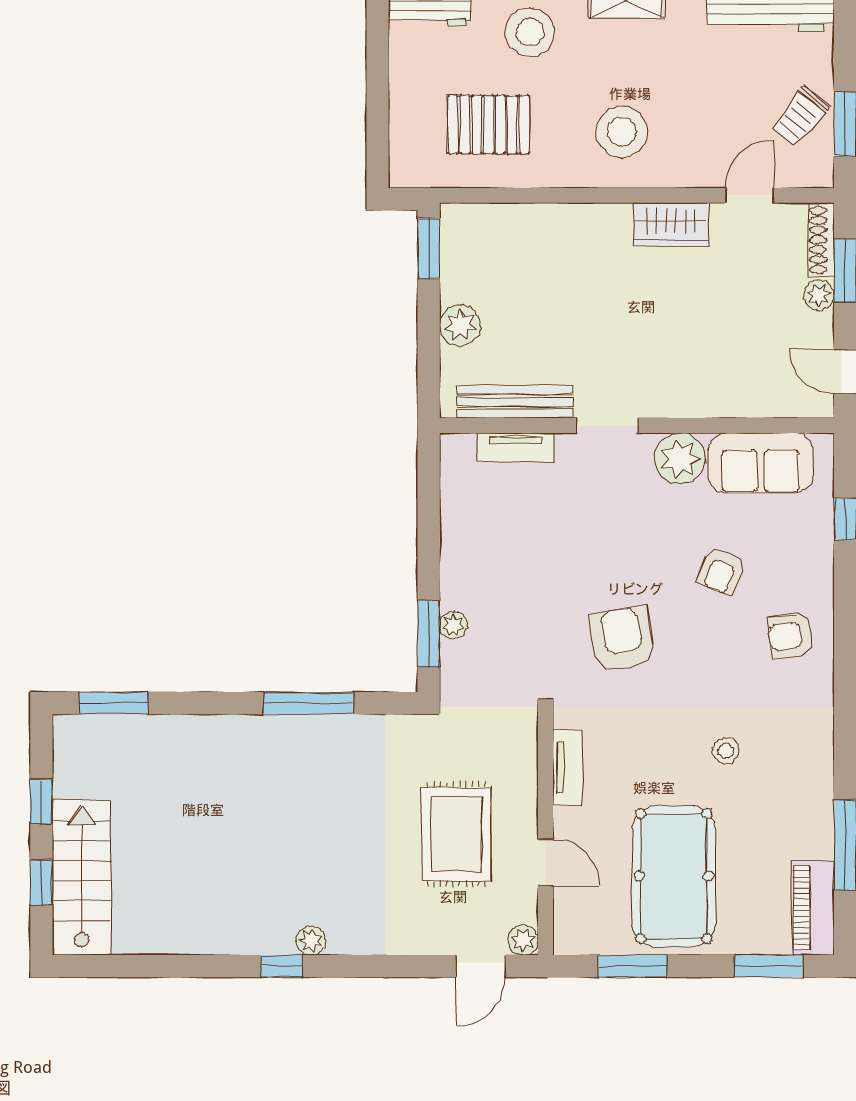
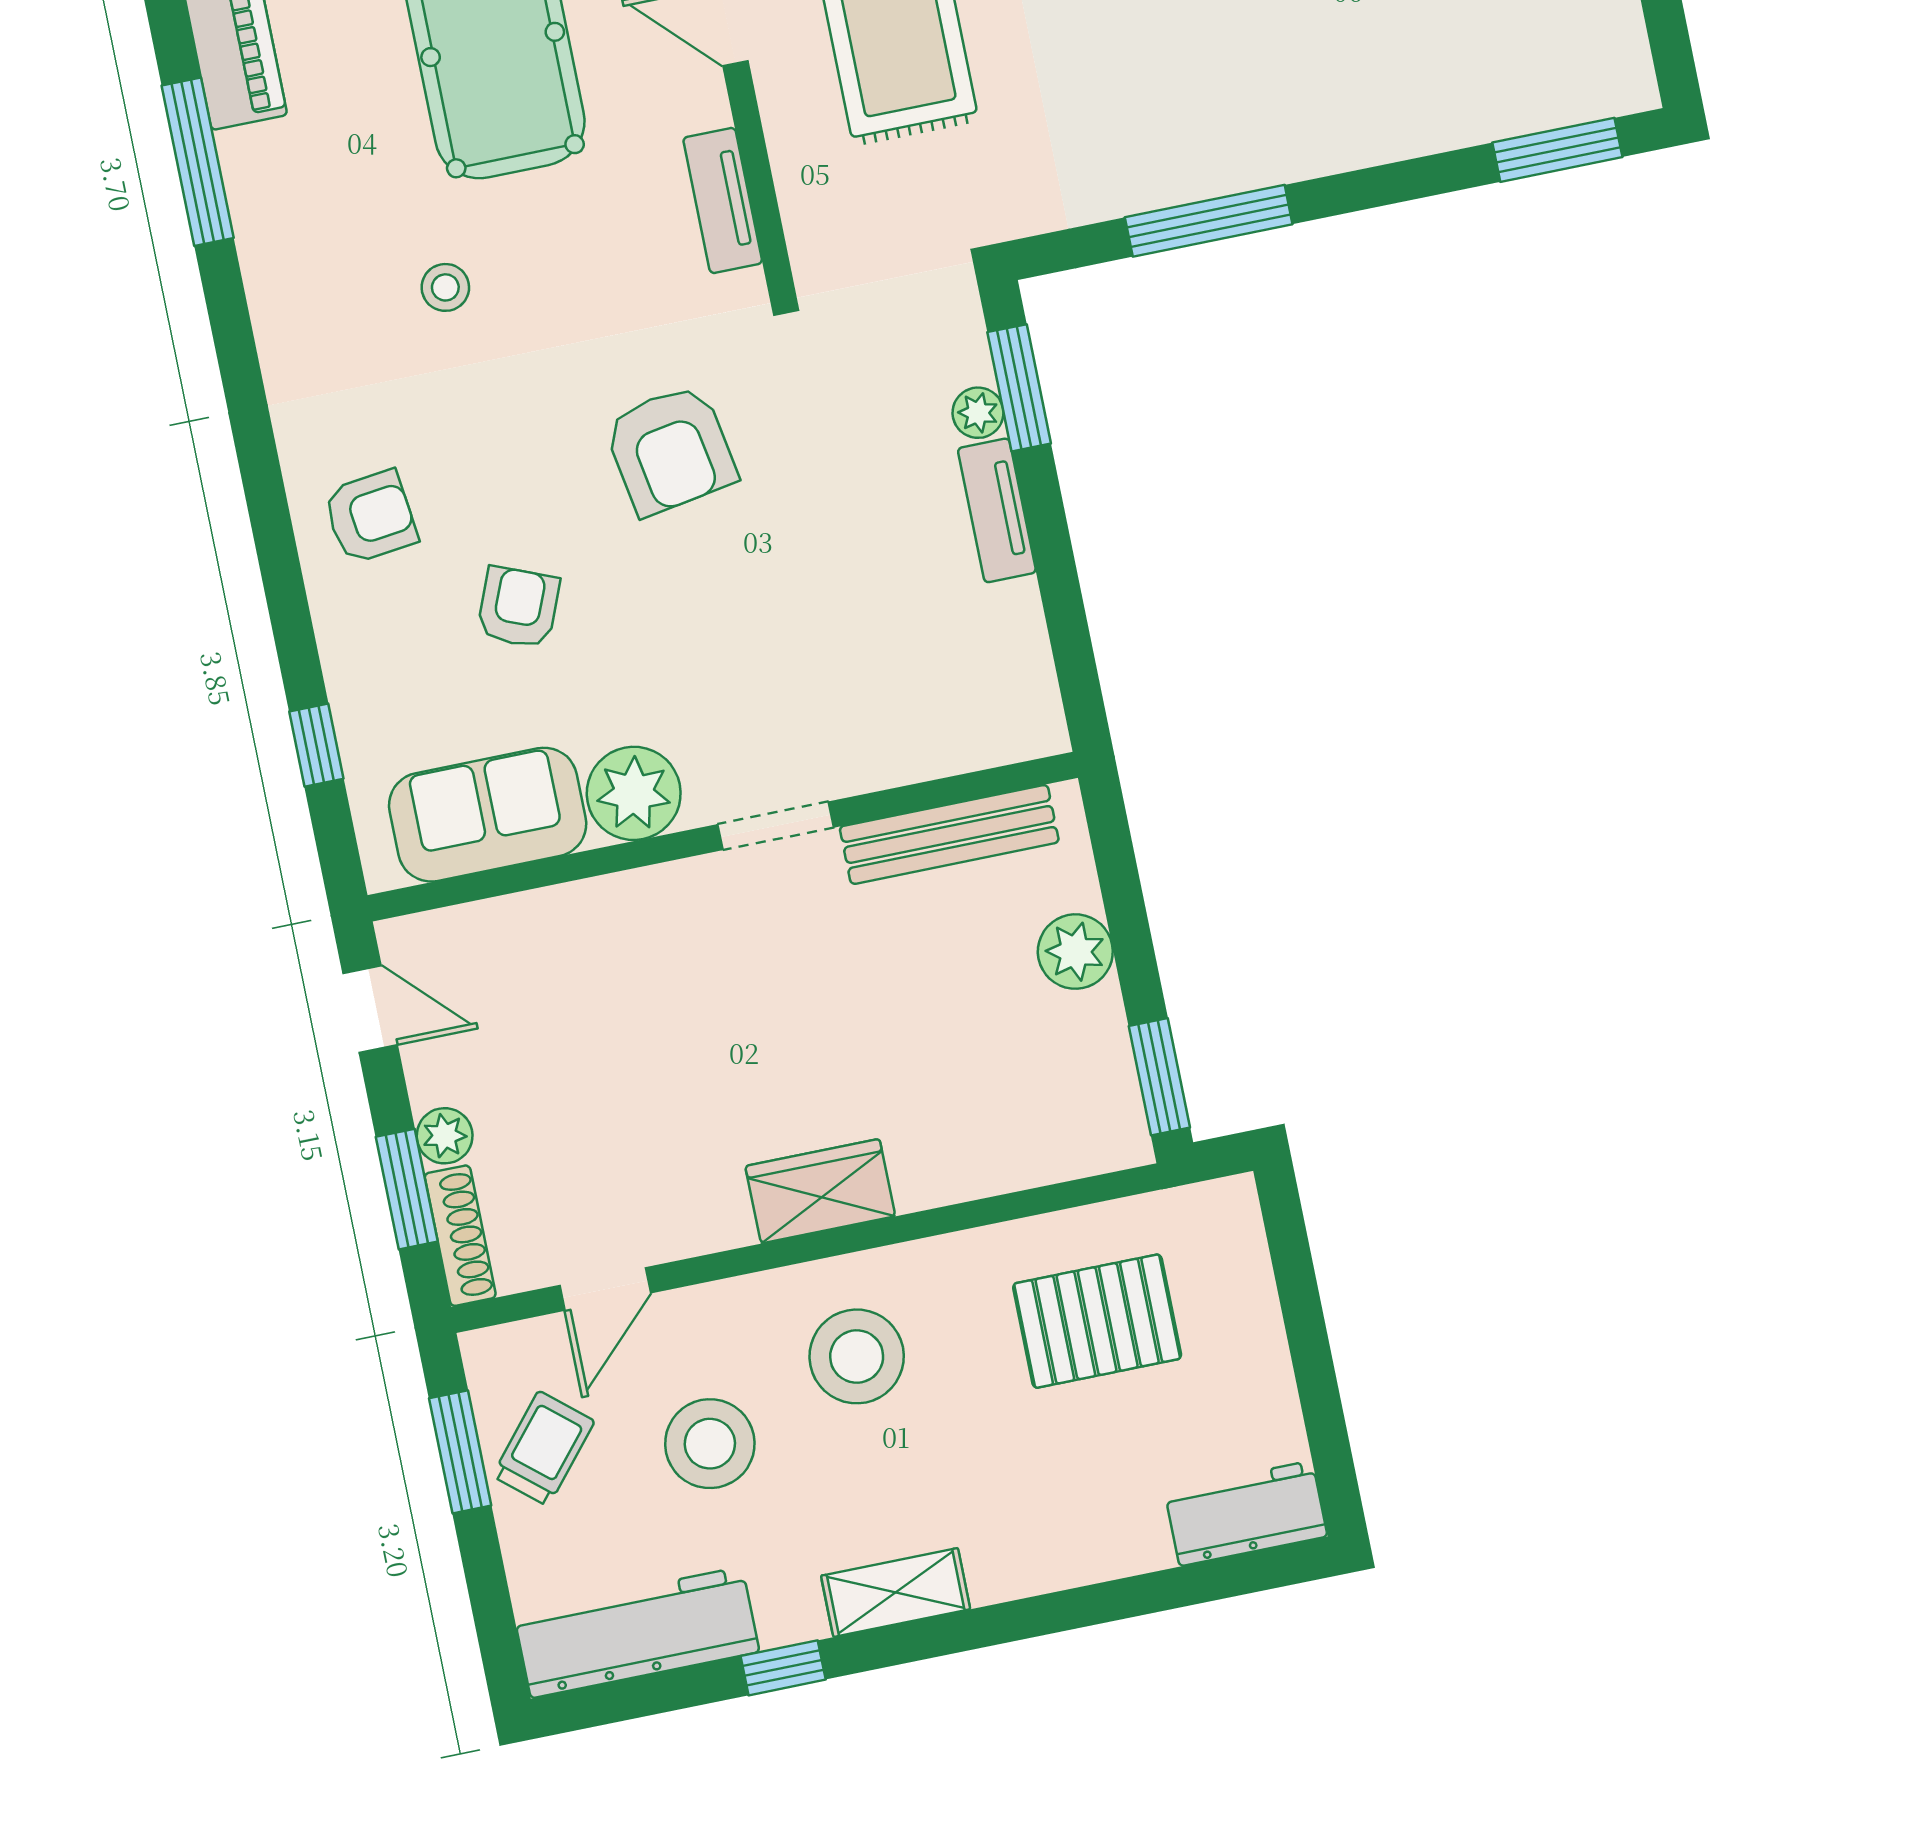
stool: (530, 32) -> (710, 1444), moved
wardrobe: (671, 224) -> (820, 1191), moved
tv unit: (516, 447) -> (997, 510), moved, turned -90

